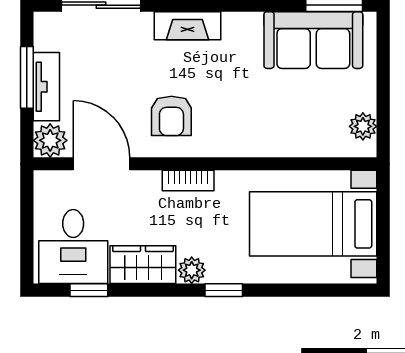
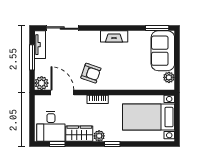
fireplace: (187, 26) -> (114, 36), moved
sofa: (313, 40) -> (163, 51), moved, turned 90
tv unit: (46, 87) -> (40, 45), moved
armchair: (171, 116) -> (91, 73), turned -71

